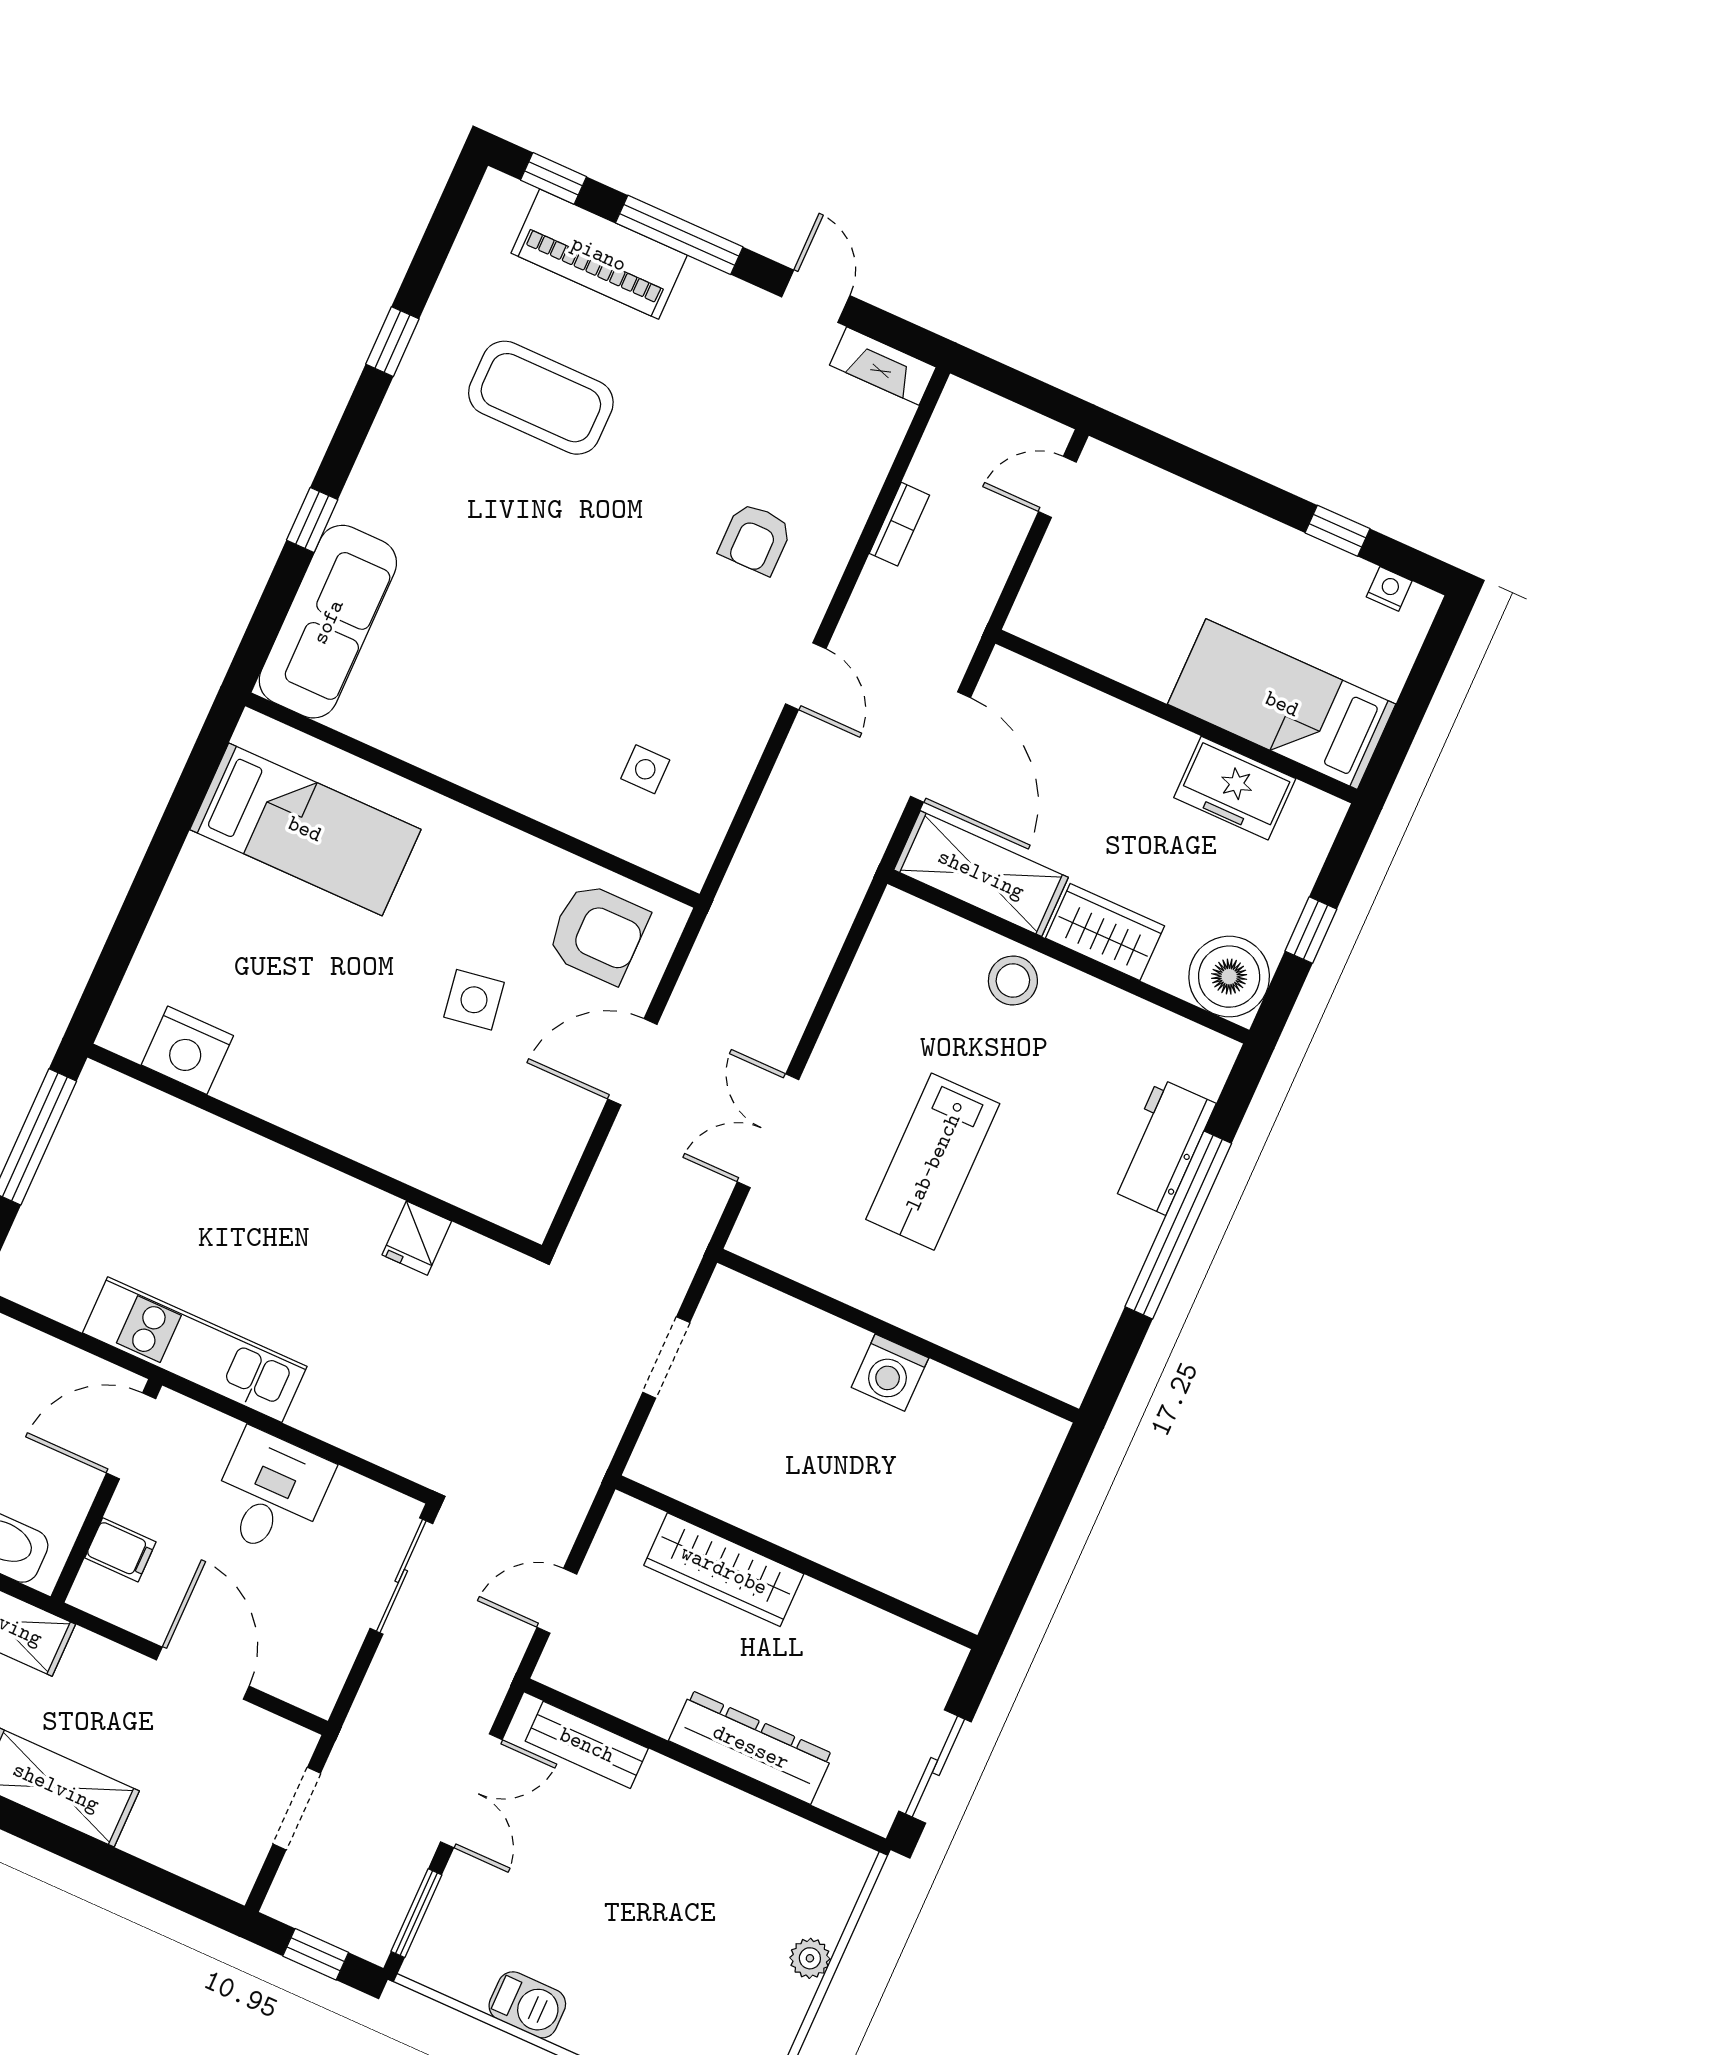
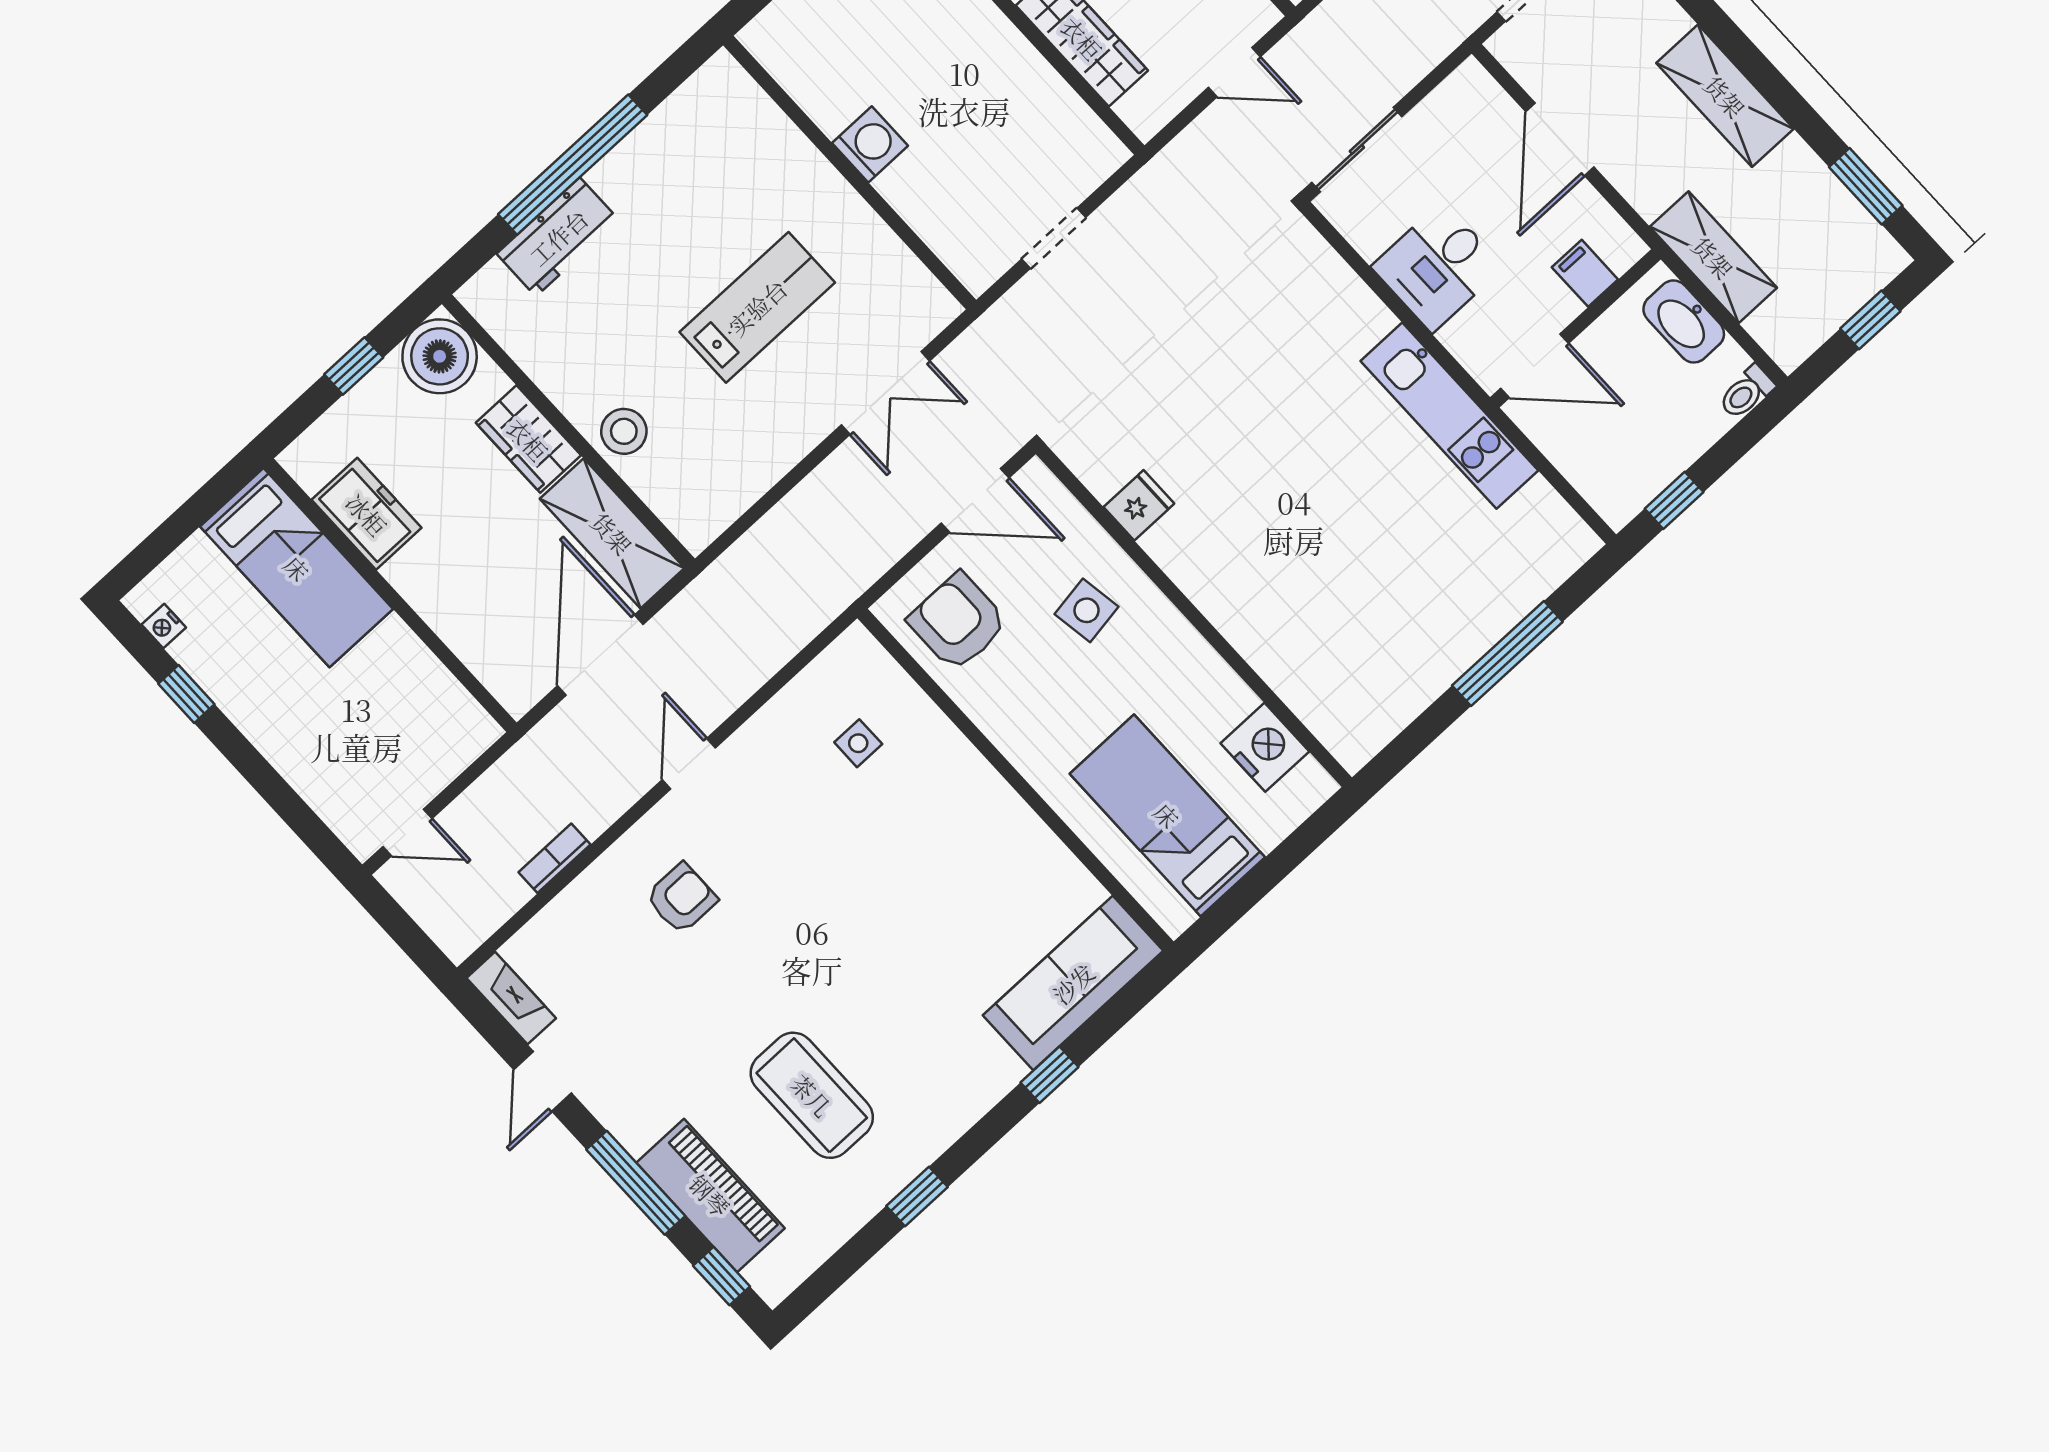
nightstand: (187, 1050) -> (1265, 747), moved
wall: (315, 1151) -> (1194, 616), moved
fridge: (417, 1238) -> (1139, 505), moved

